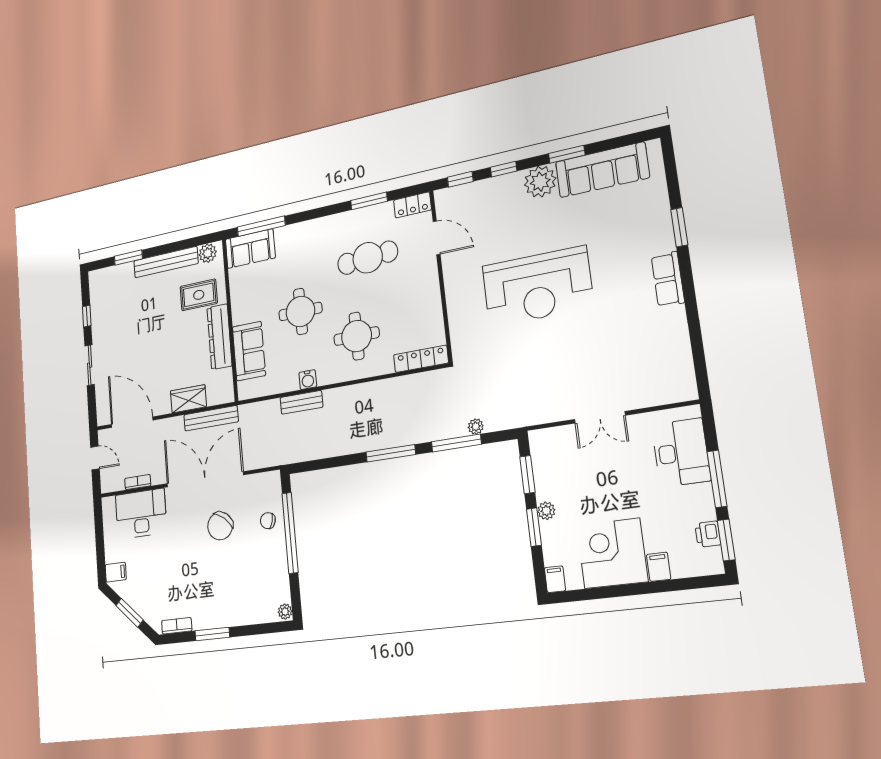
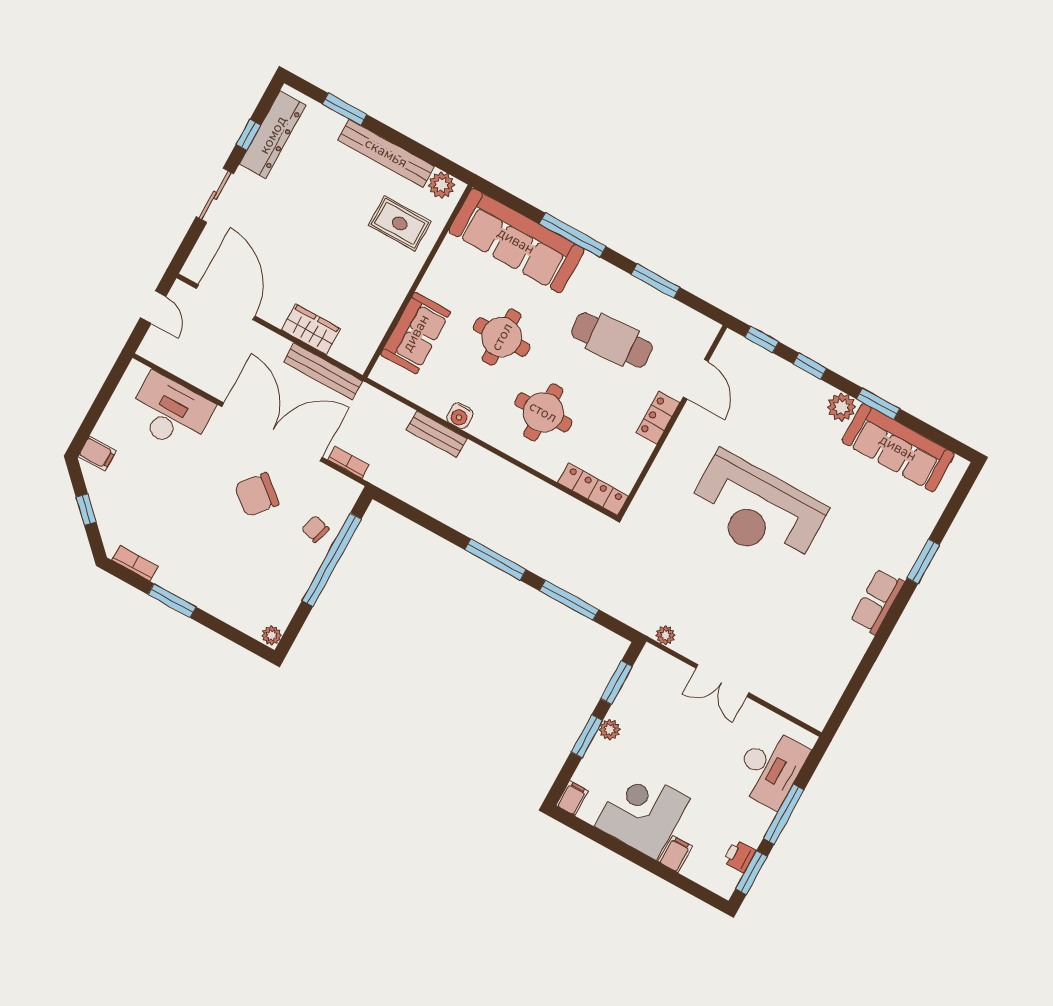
plant: (540, 182) -> (841, 407), width x0.73, depth x0.73
locker: (412, 205) -> (658, 418), moved, turned 90
window: (261, 226) -> (573, 235), moved
sofa: (250, 249) -> (516, 241), width x1.85, depth x1.27
dresser: (219, 337) -> (273, 135), moved, turned 180
plant: (476, 427) -> (665, 635), moved
bookcase: (138, 482) -> (348, 462), moved
window: (130, 613) -> (86, 510), width x0.67

